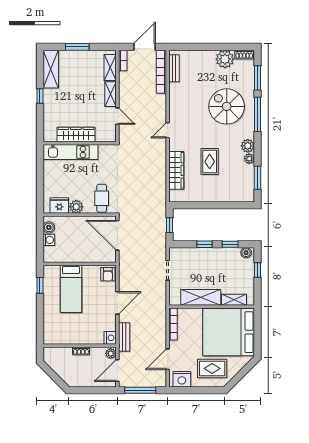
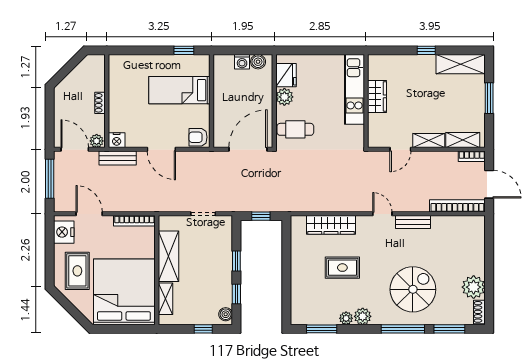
bench: (174, 68) -> (413, 222), moved
wardrobe: (76, 134) -> (377, 96), width x0.67

